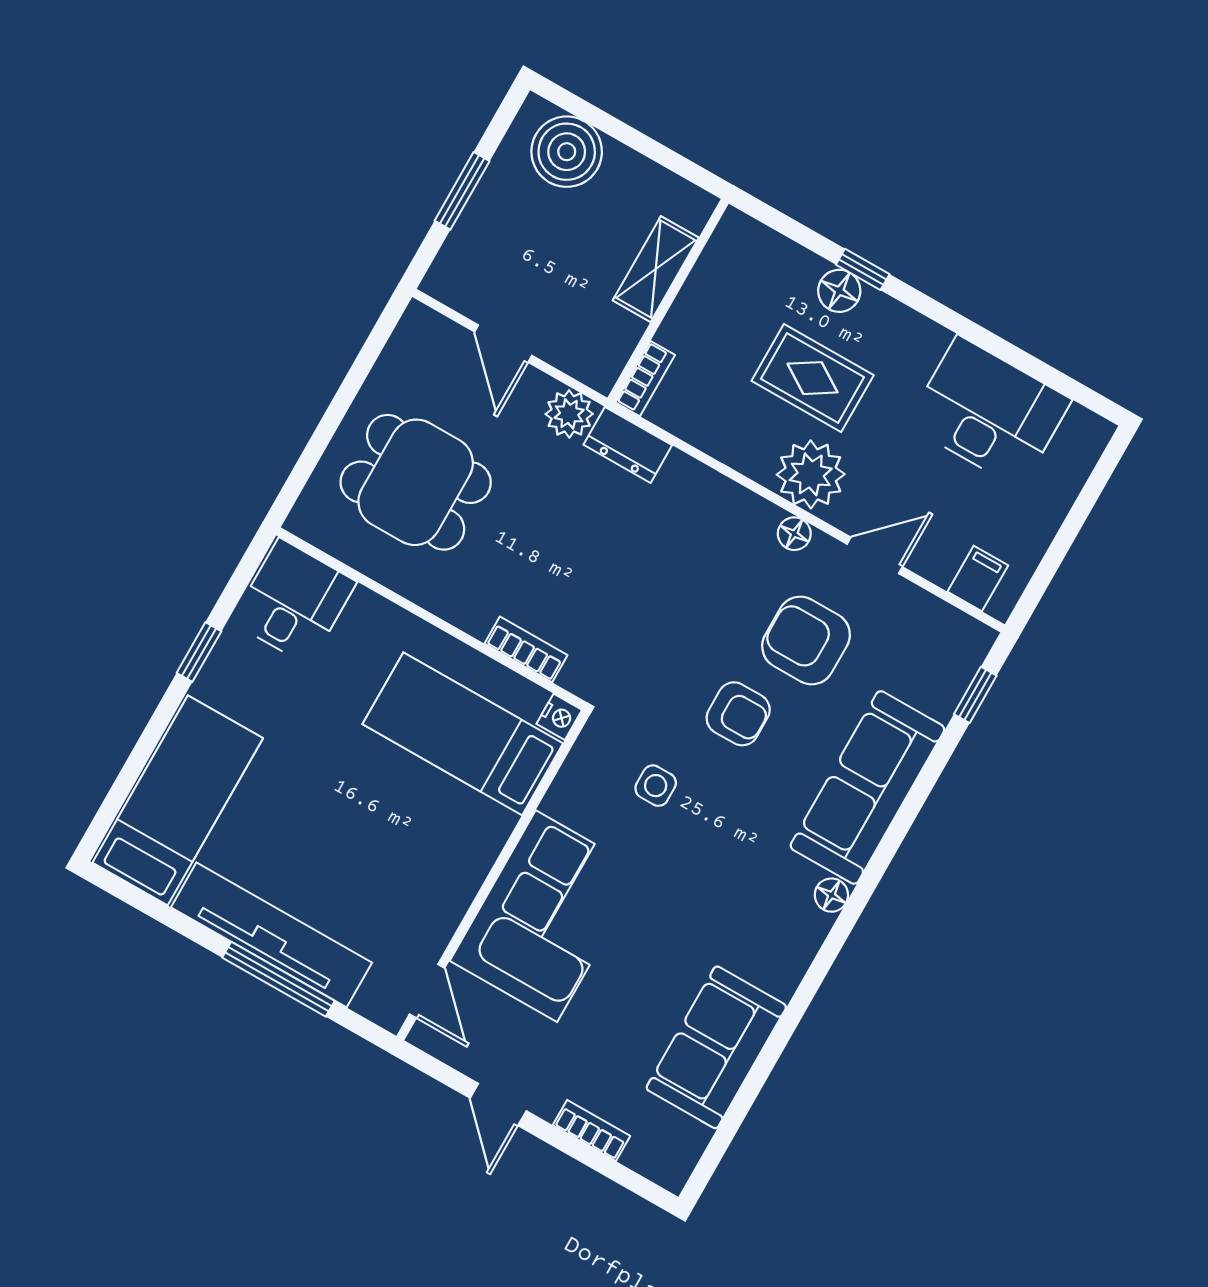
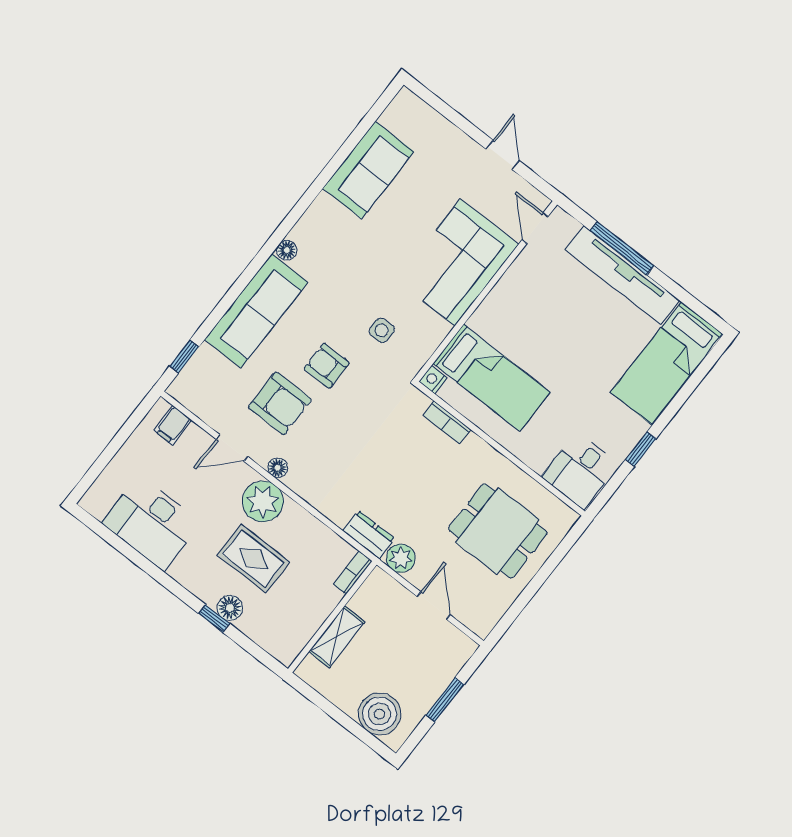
bookcase: (592, 1130) -> (449, 131), removed

